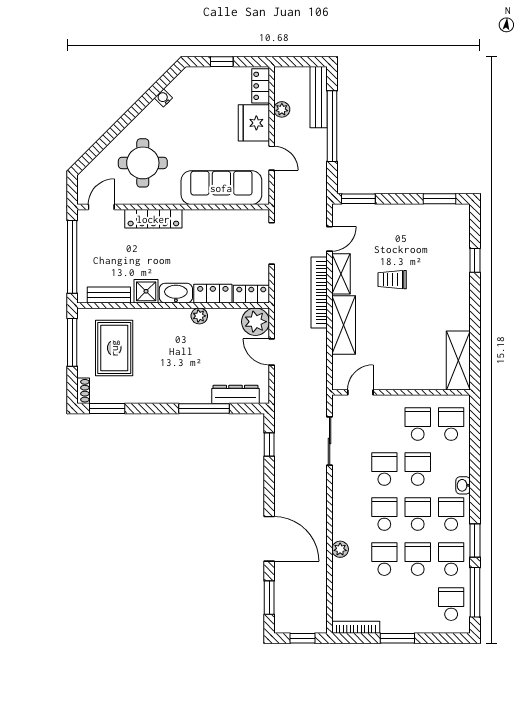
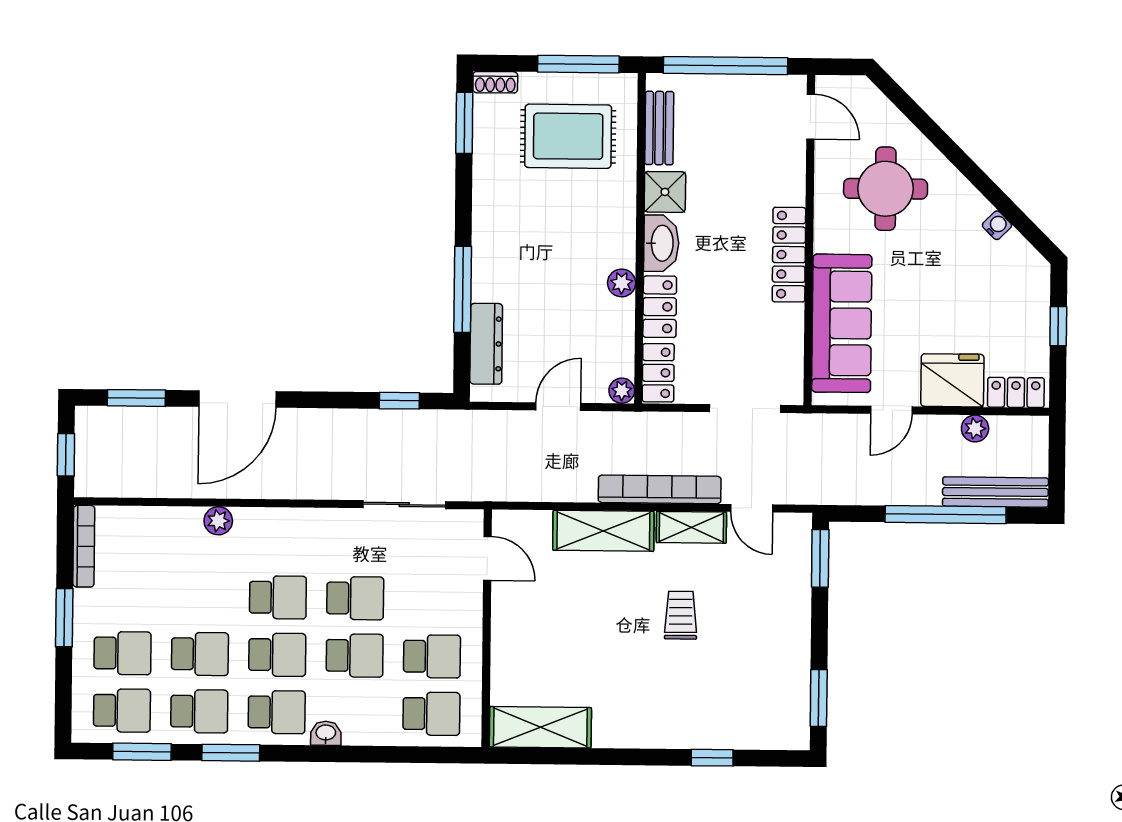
locker: (153, 219) -> (789, 255), moved
plant: (255, 322) -> (622, 391), width x0.53, depth x0.53
school desk: (384, 559) -> (123, 653), moved
window: (475, 592) -> (142, 752), width x0.69

